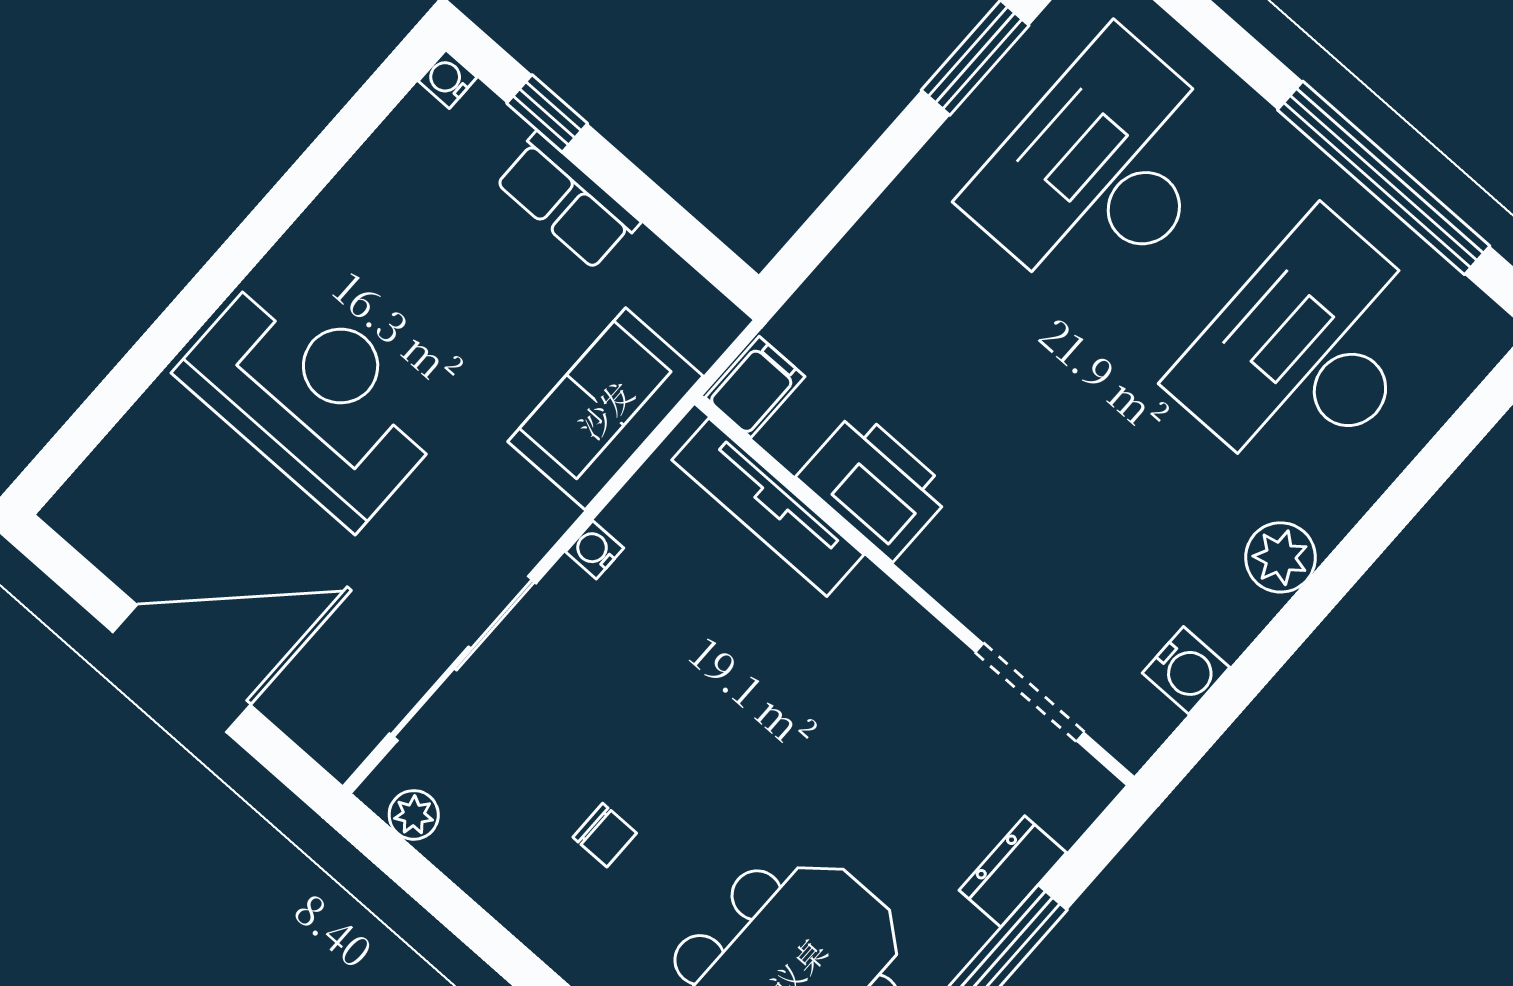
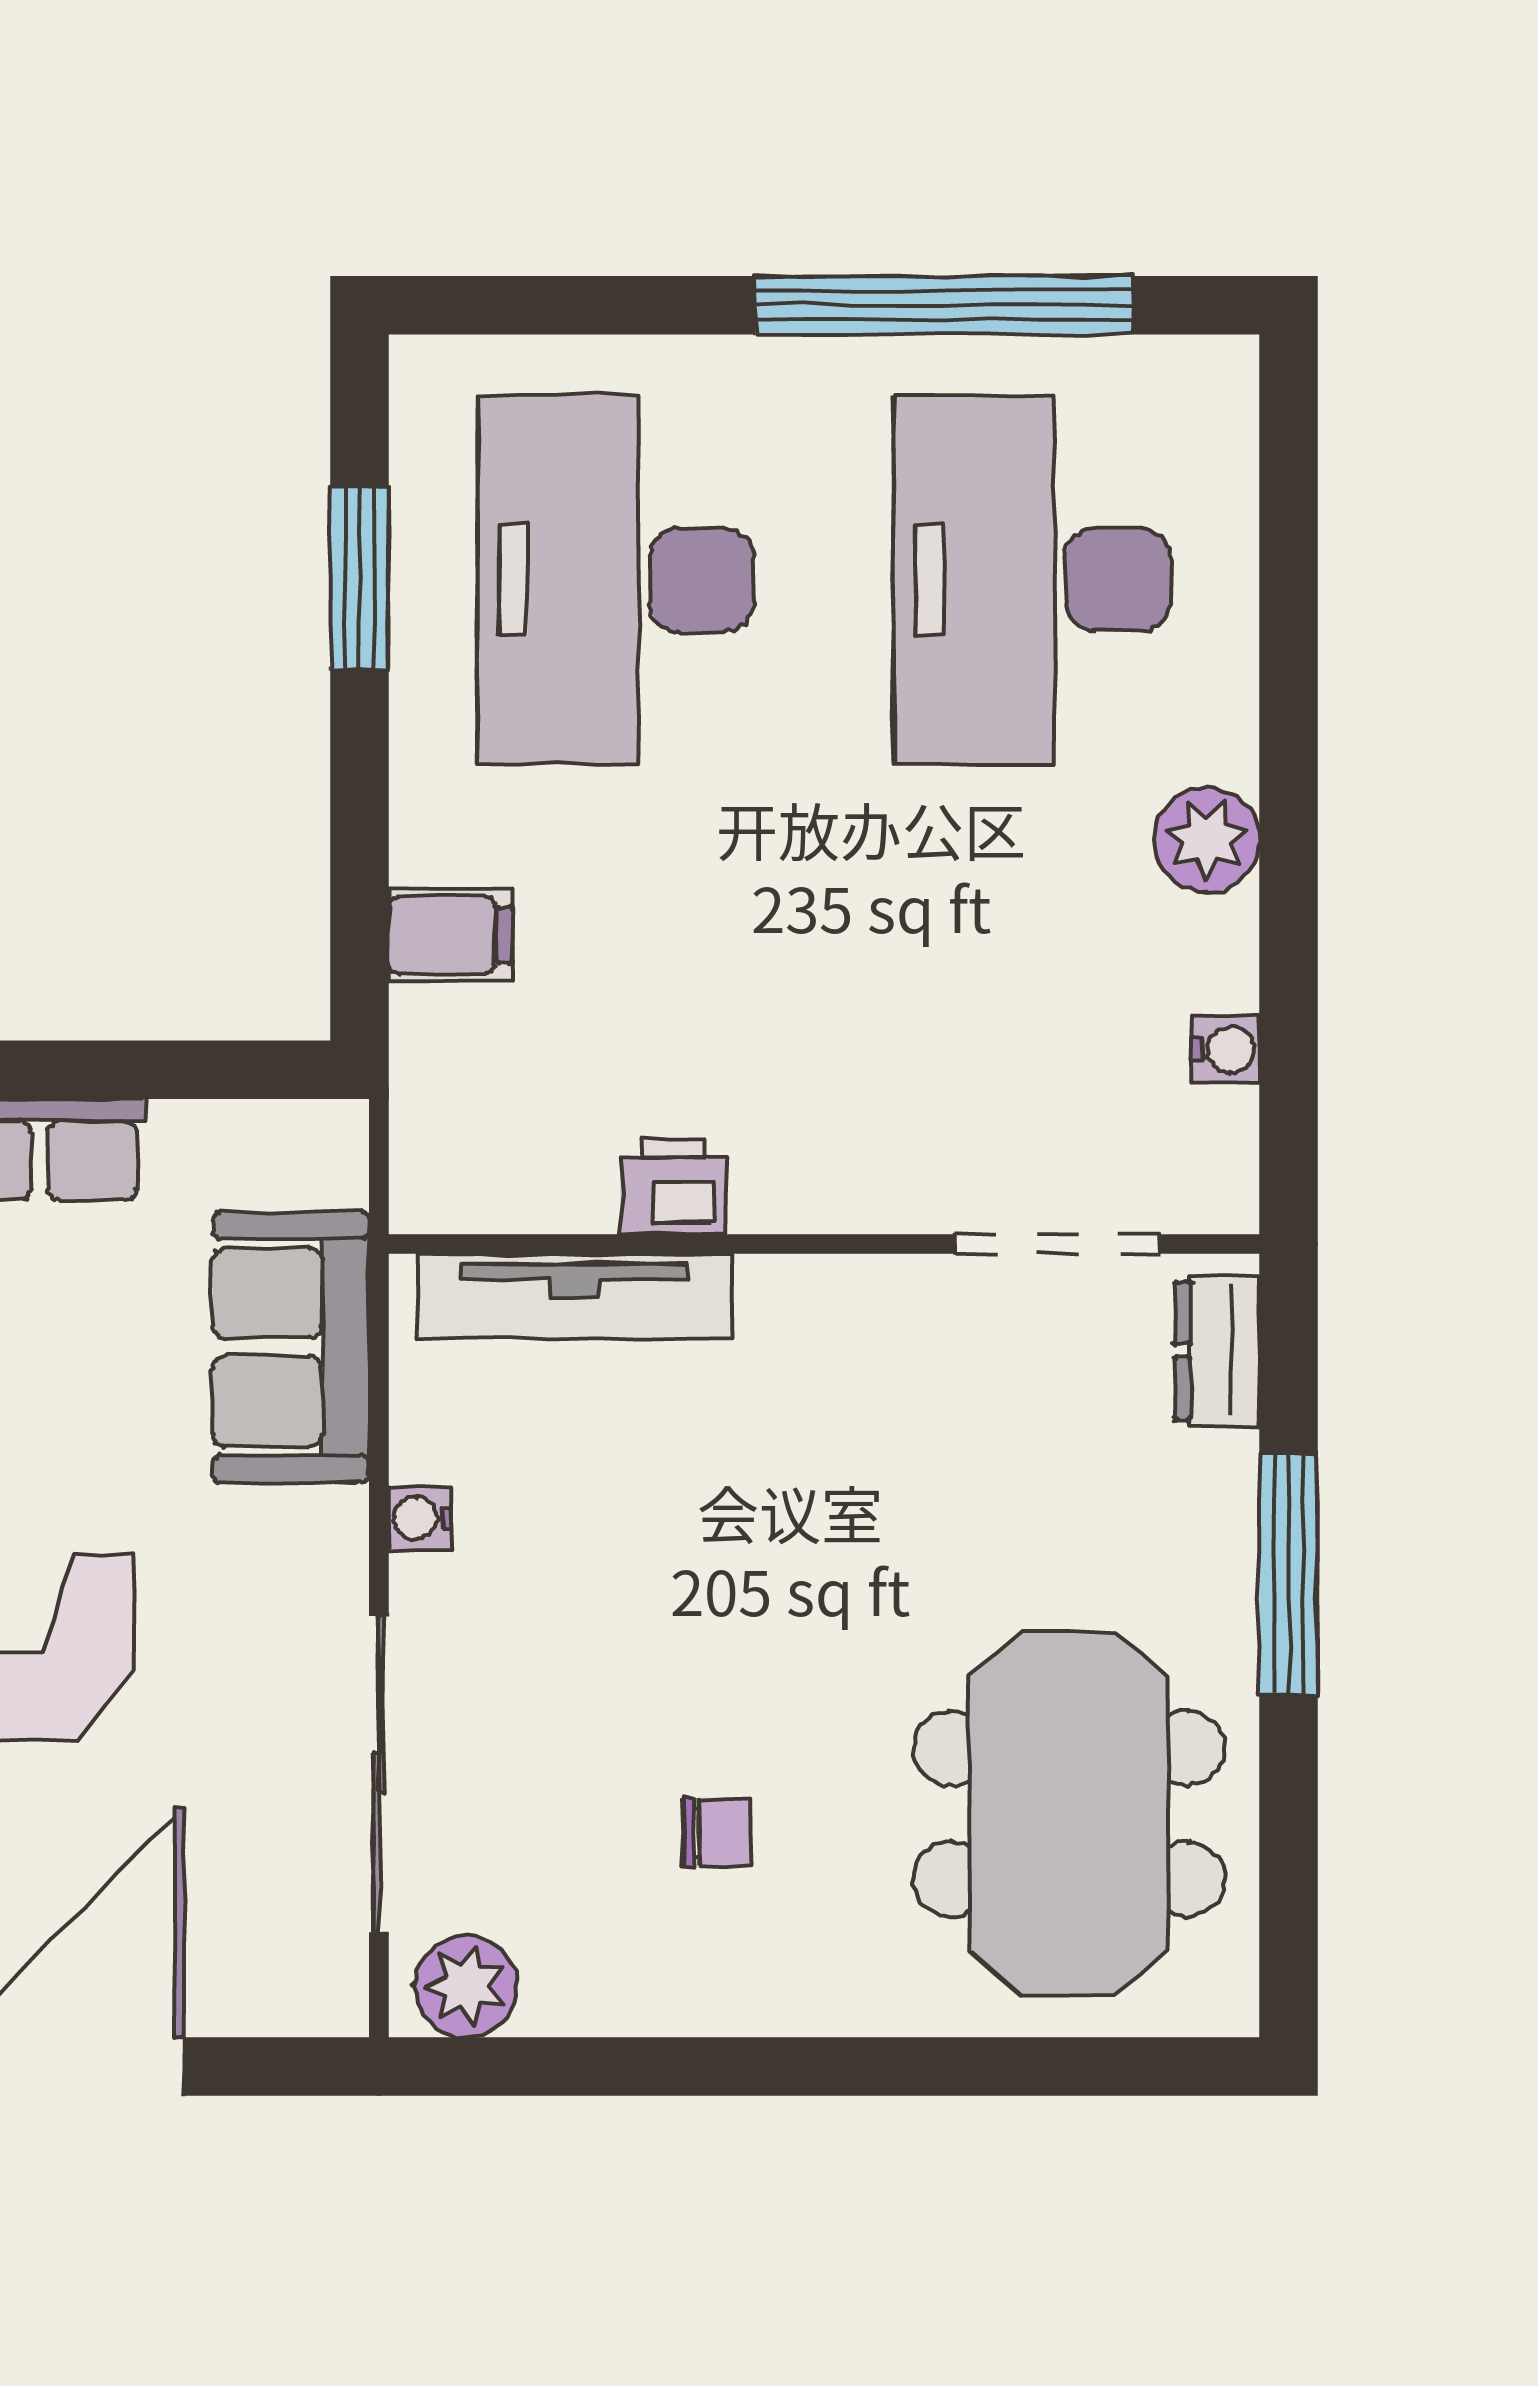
filing cabinet: (755, 387) -> (450, 935), moved, turned 90
printer: (875, 485) -> (673, 1187), width x0.53, depth x0.68
water cooler: (1186, 670) -> (1225, 1049), width x0.72, depth x0.72
plant: (414, 815) -> (466, 1987), width x1.38, depth x1.38
dresser: (1013, 871) -> (1217, 1351), moved

